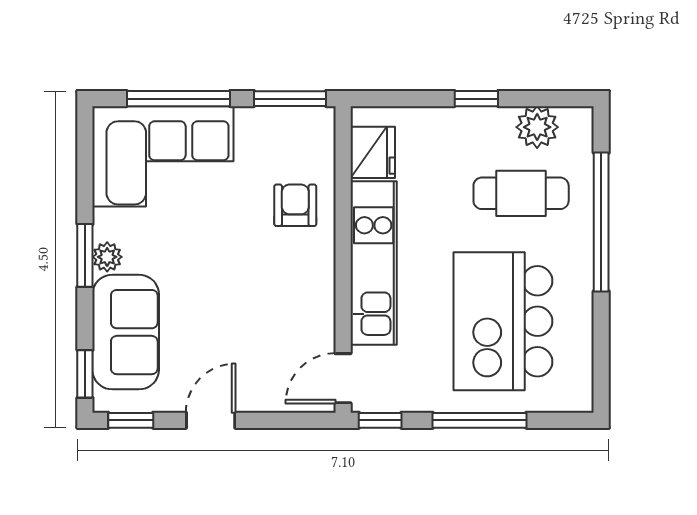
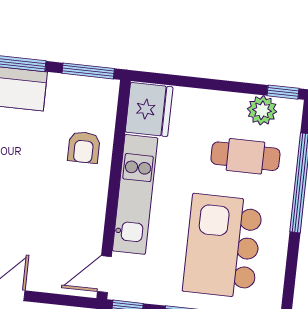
window: (476, 99) -> (283, 92), moved
fridge: (373, 152) -> (149, 110), width x1.36, depth x1.34
armchair: (295, 205) -> (84, 147), turned 180

